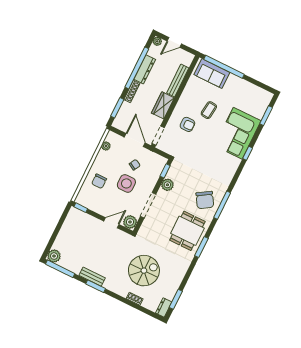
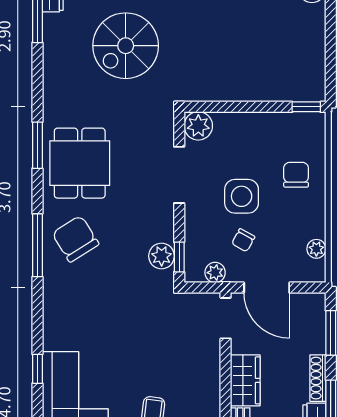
armchair: (187, 124) -> (180, 367), removed
plant: (153, 157) -> (215, 273), added
plant: (167, 185) -> (162, 256), moved
door: (111, 223) -> (233, 107), removed

